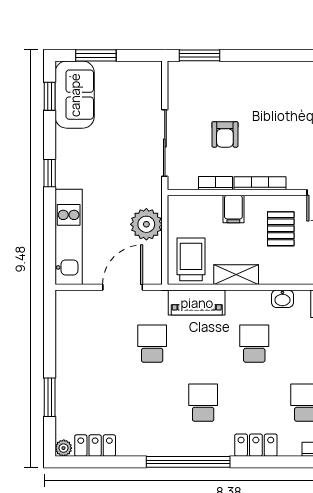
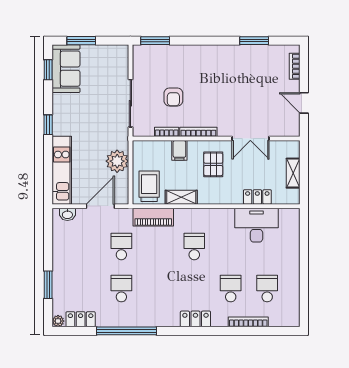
washbasin: (282, 299) -> (67, 214), moved
school desk: (203, 403) -> (121, 289), moved
window: (188, 462) -> (126, 331), moved

